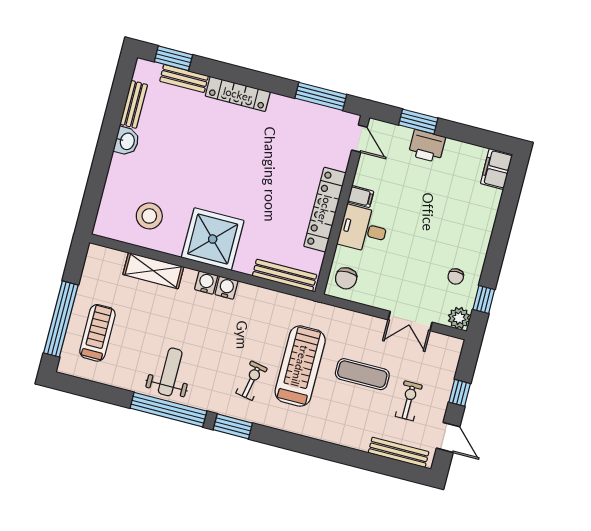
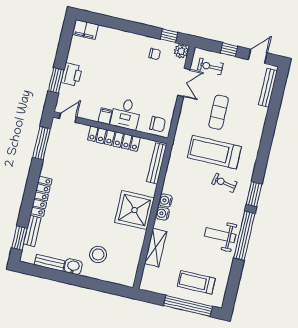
stool: (149, 216) -> (98, 254), moved
exercise bike: (409, 401) -> (210, 67), moved

